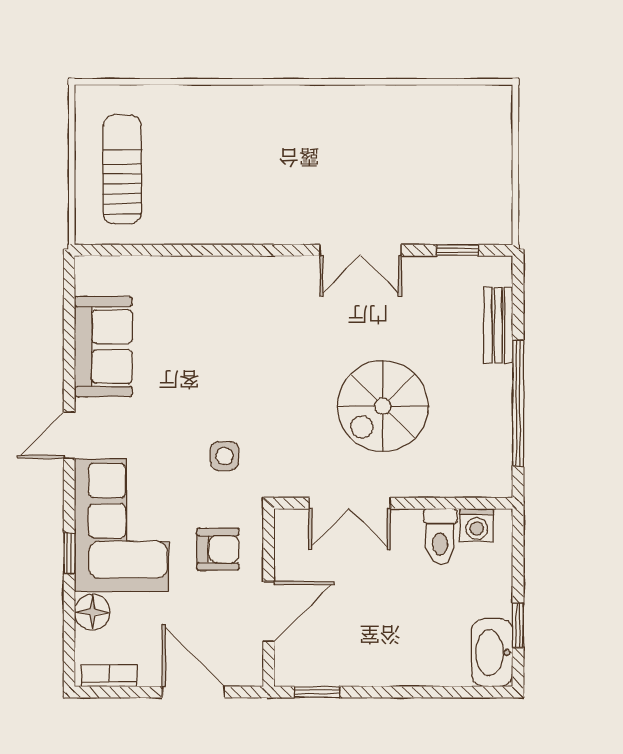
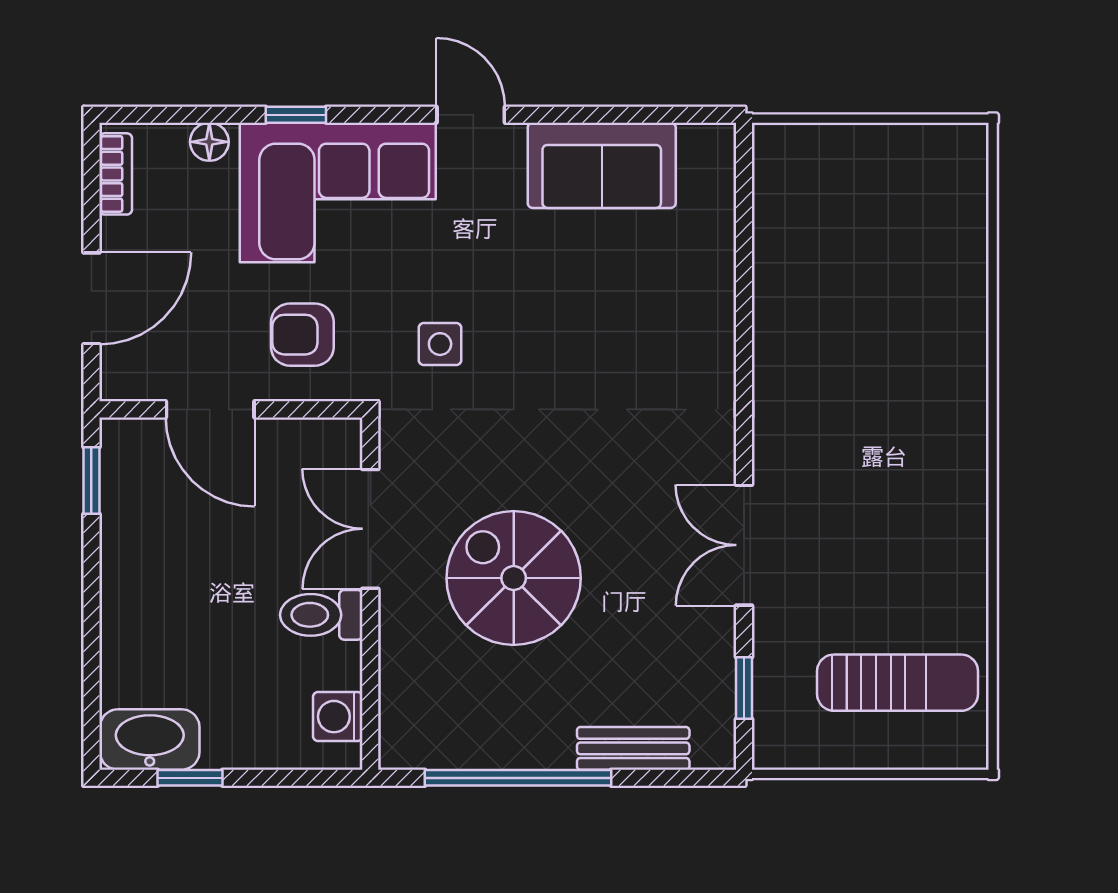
sun lounger: (122, 169) -> (898, 683), moved
toilet: (440, 536) -> (321, 615), moved
armchair: (218, 549) -> (302, 335), turned 90
floor lamp: (92, 612) -> (209, 142), width x0.73, depth x0.73

